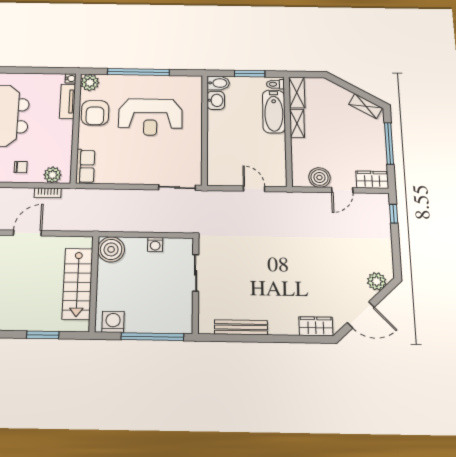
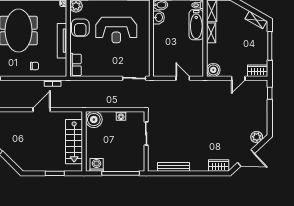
tv unit: (67, 101) -> (62, 41), moved, width x1.41
plant: (52, 175) -> (55, 71), removed
boiler: (319, 177) -> (213, 70), moved

